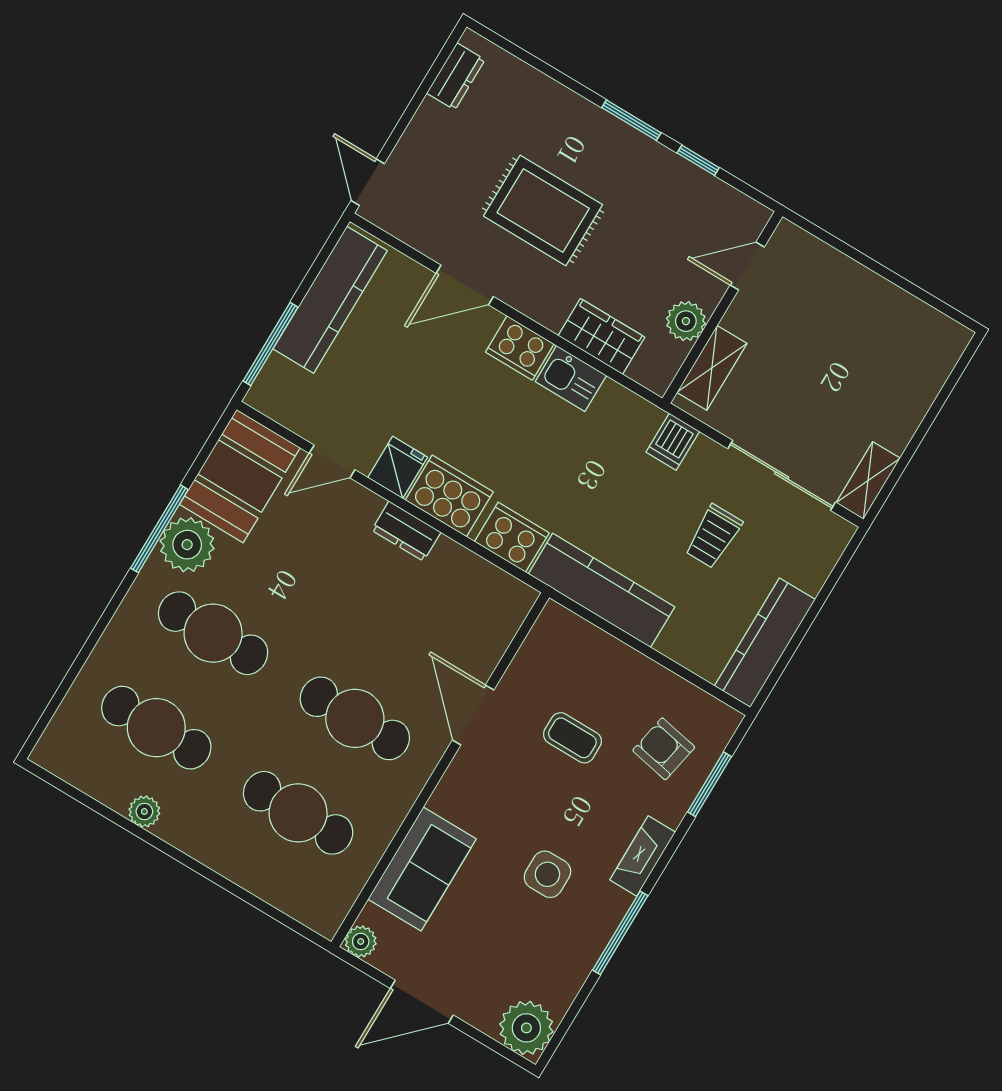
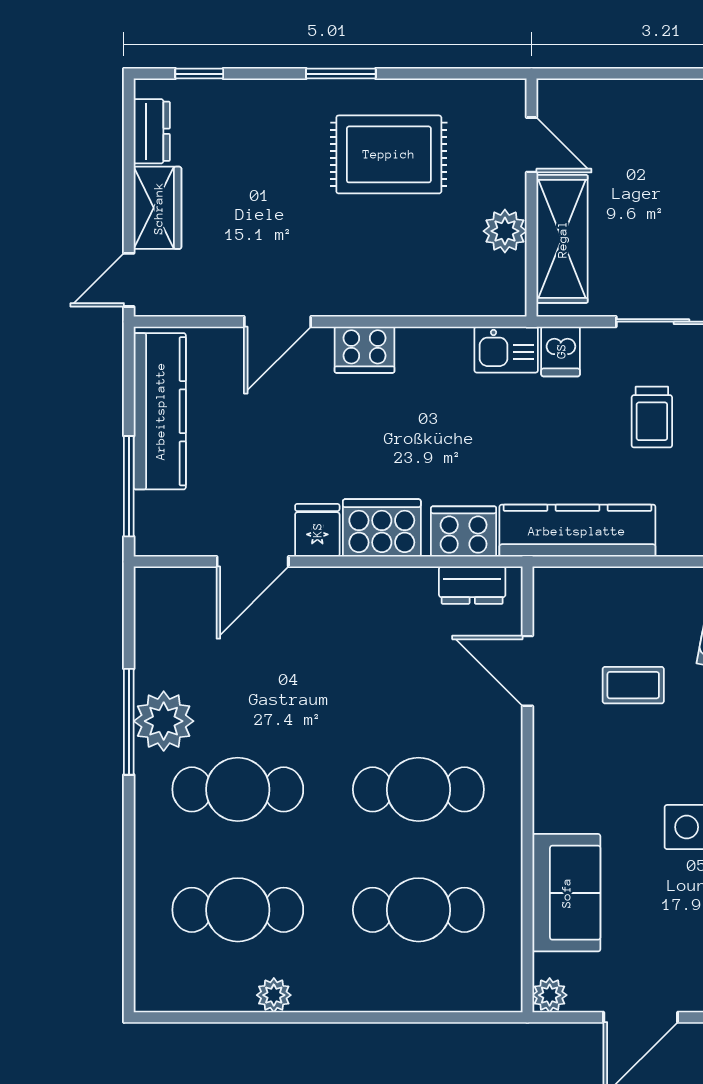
window: (698, 160) -> (199, 74), moved
door: (368, 182) -> (129, 280), hinge flipped
rug: (543, 210) -> (389, 154), moved
door: (747, 266) -> (531, 145), swing flipped
wardrobe: (601, 336) -> (158, 208), moved, turned 90
shelving: (712, 368) -> (562, 239), width x1.50, depth x1.33
kitchen sink: (571, 378) -> (506, 350), moved
door: (332, 461) -> (253, 562), width x1.38
booth: (240, 476) -> (174, 627), removed
dresser: (406, 531) -> (472, 585), moved
door: (473, 715) -> (527, 671), moved

